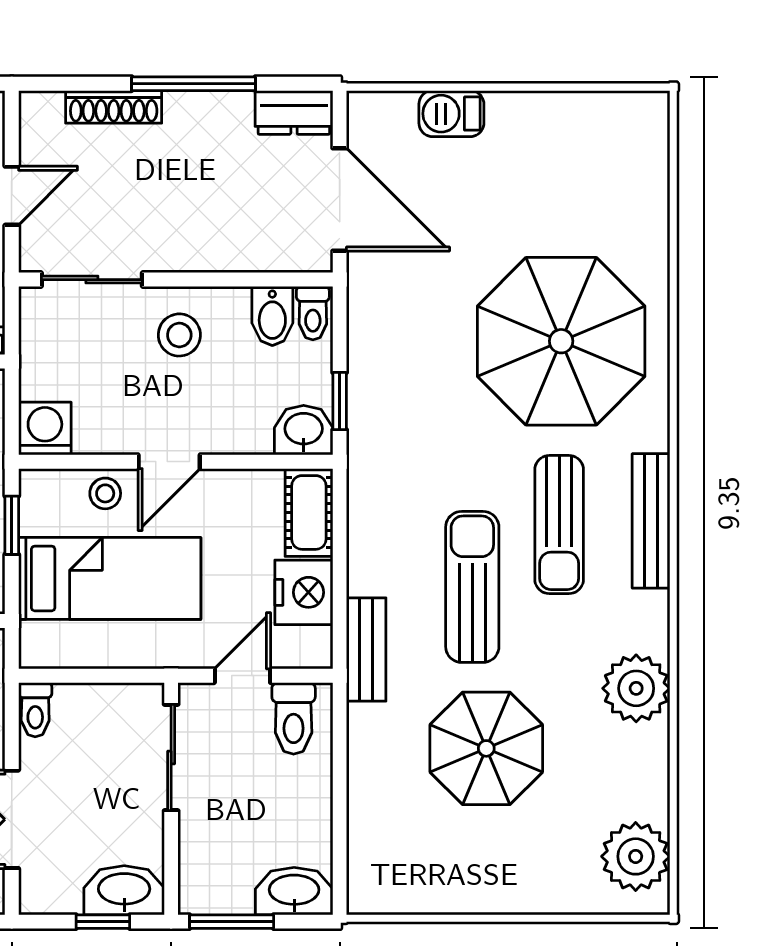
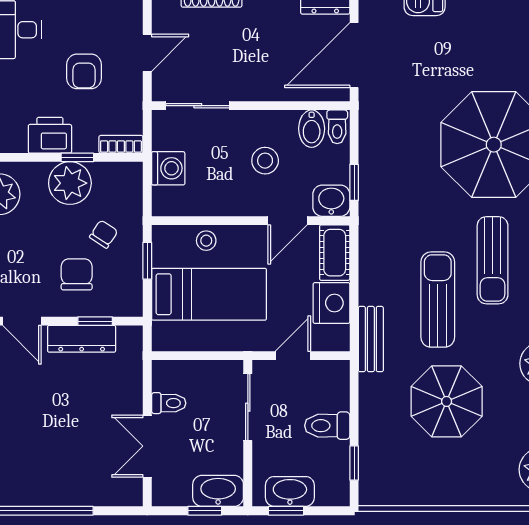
door: (340, 199) -> (354, 55), swing flipped
stool: (179, 335) -> (265, 161), moved
washing machine: (45, 429) -> (168, 168), moved, turned 90
door: (169, 462) -> (288, 221), moved
toilet: (35, 710) -> (169, 403), moved, turned -90
toilet: (294, 718) -> (327, 426), moved, turned 90
window: (340, 846) -> (354, 463), added
washbasin: (294, 891) -> (290, 491), moved
window: (232, 922) -> (286, 511), width x0.67

